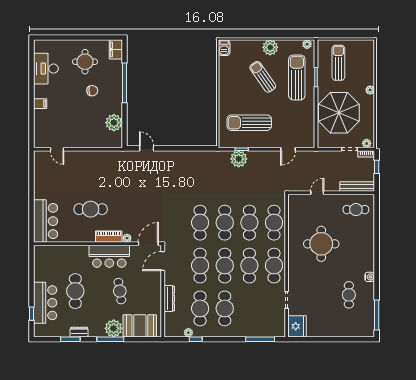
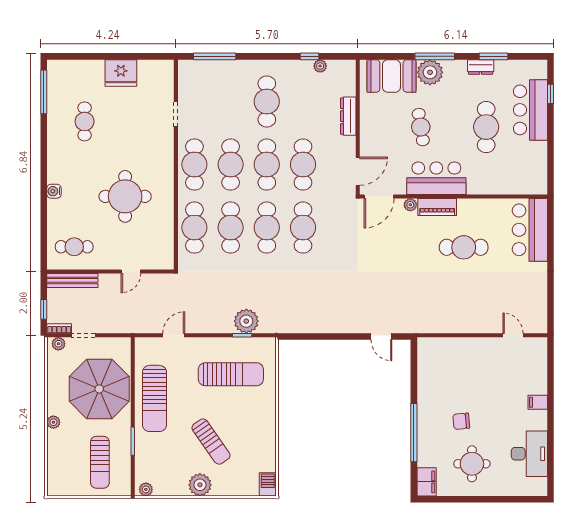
sun lounger: (297, 77) -> (154, 398), moved
plant: (114, 123) -> (430, 374), removed
water cooler: (370, 277) -> (54, 191), moved
cafe table: (200, 308) -> (303, 102), removed
fridge: (297, 326) -> (121, 73), moved, turned -90

